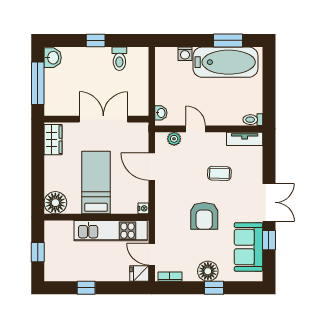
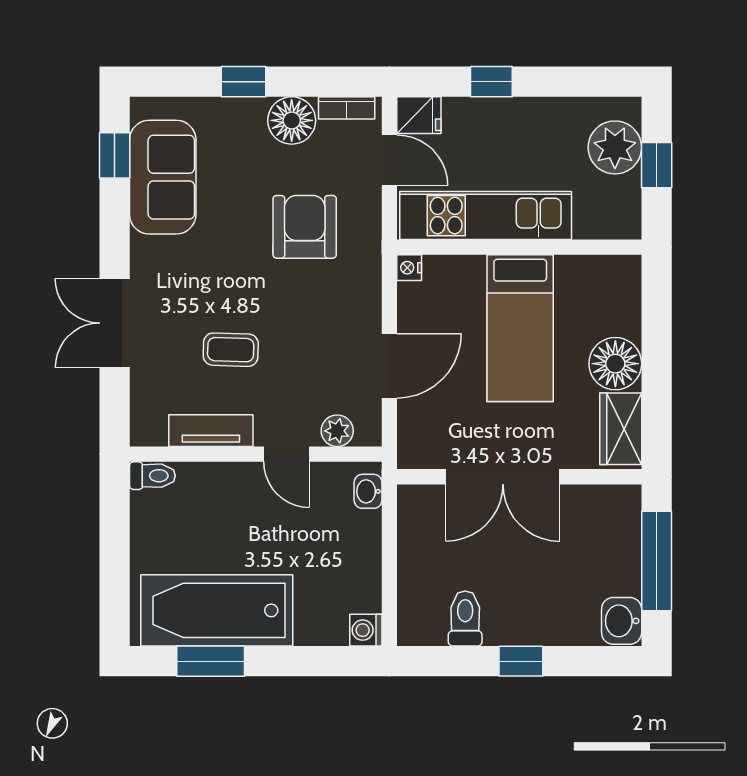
washing machine: (185, 54) -> (366, 630), moved, turned -90
tv unit: (245, 139) -> (211, 431), moved
door: (152, 167) -> (389, 366), hinge flipped
double door: (269, 202) -> (115, 323), moved
floor lamp: (55, 203) -> (615, 364), moved
armchair: (204, 216) -> (305, 227), moved
window: (269, 240) -> (115, 155), moved
plant: (56, 260) -> (615, 147), added
floor lamp: (208, 271) -> (292, 120), moved
window: (86, 288) -> (491, 82), moved

